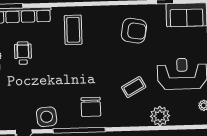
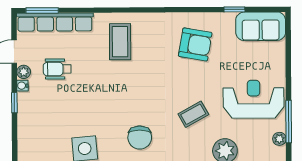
wheelchair: (23, 53) -> (57, 69), turned -90

